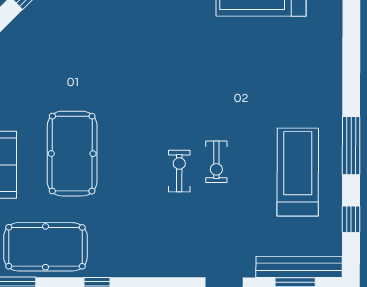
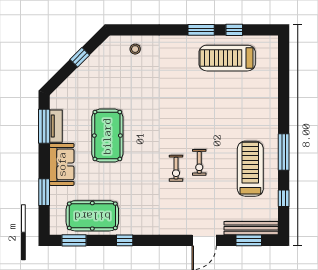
pool table: (72, 154) -> (107, 136), moved
exercise bike: (179, 171) -> (176, 168), turned 180

